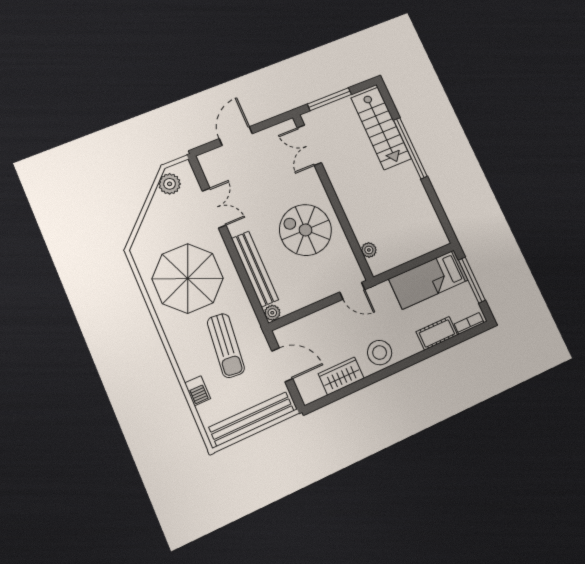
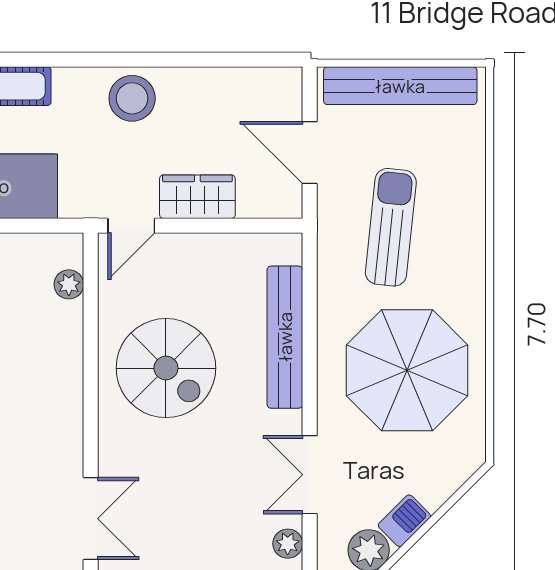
door: (352, 291) -> (131, 226), swing flipped
plant: (272, 313) -> (288, 544), moved
wardrobe: (341, 376) -> (197, 197), moved, turned 180
barbecue: (198, 391) -> (404, 521), moved, turned 45

